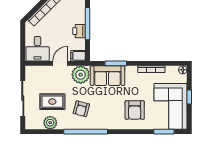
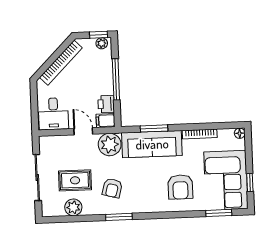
printer: (79, 31) -> (106, 104), moved
door: (60, 63) -> (83, 131), hinge flipped
sofa: (108, 76) -> (152, 144), width x1.36
window: (189, 97) -> (250, 183), moved
window: (86, 132) -> (119, 217), width x0.47

